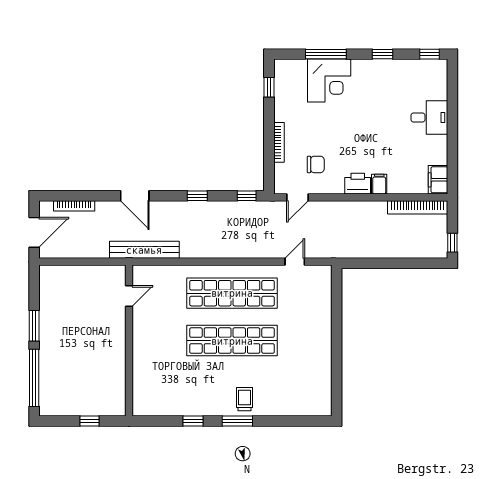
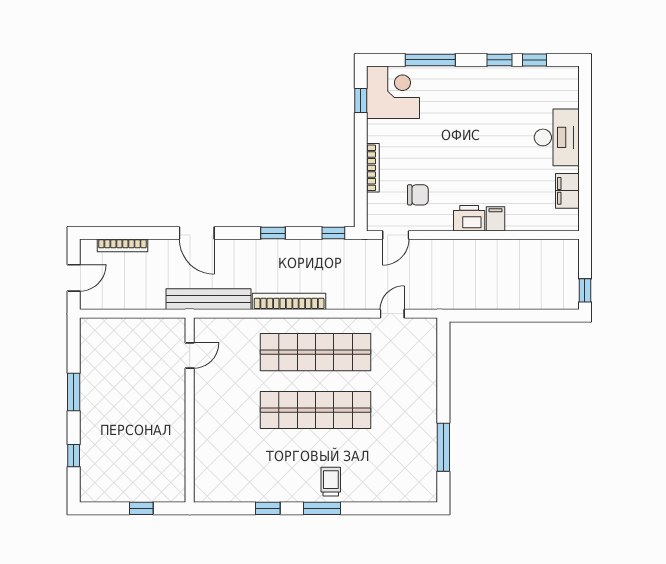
window: (429, 54) -> (535, 60), moved
corner desk: (329, 81) -> (393, 92), moved, turned -90
desk: (429, 118) -> (557, 137), width x1.37
filing cabinet: (438, 180) -> (567, 191), moved
bookcase: (418, 207) -> (289, 301), moved, turned 180
door: (34, 232) -> (74, 278), width x0.73
window: (337, 371) -> (443, 447), added
window: (34, 378) -> (74, 456), width x0.32

